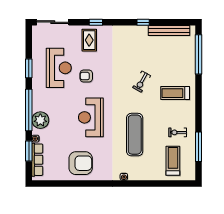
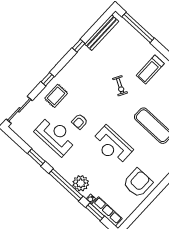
rug: (89, 40) -> (56, 96), turned 90

